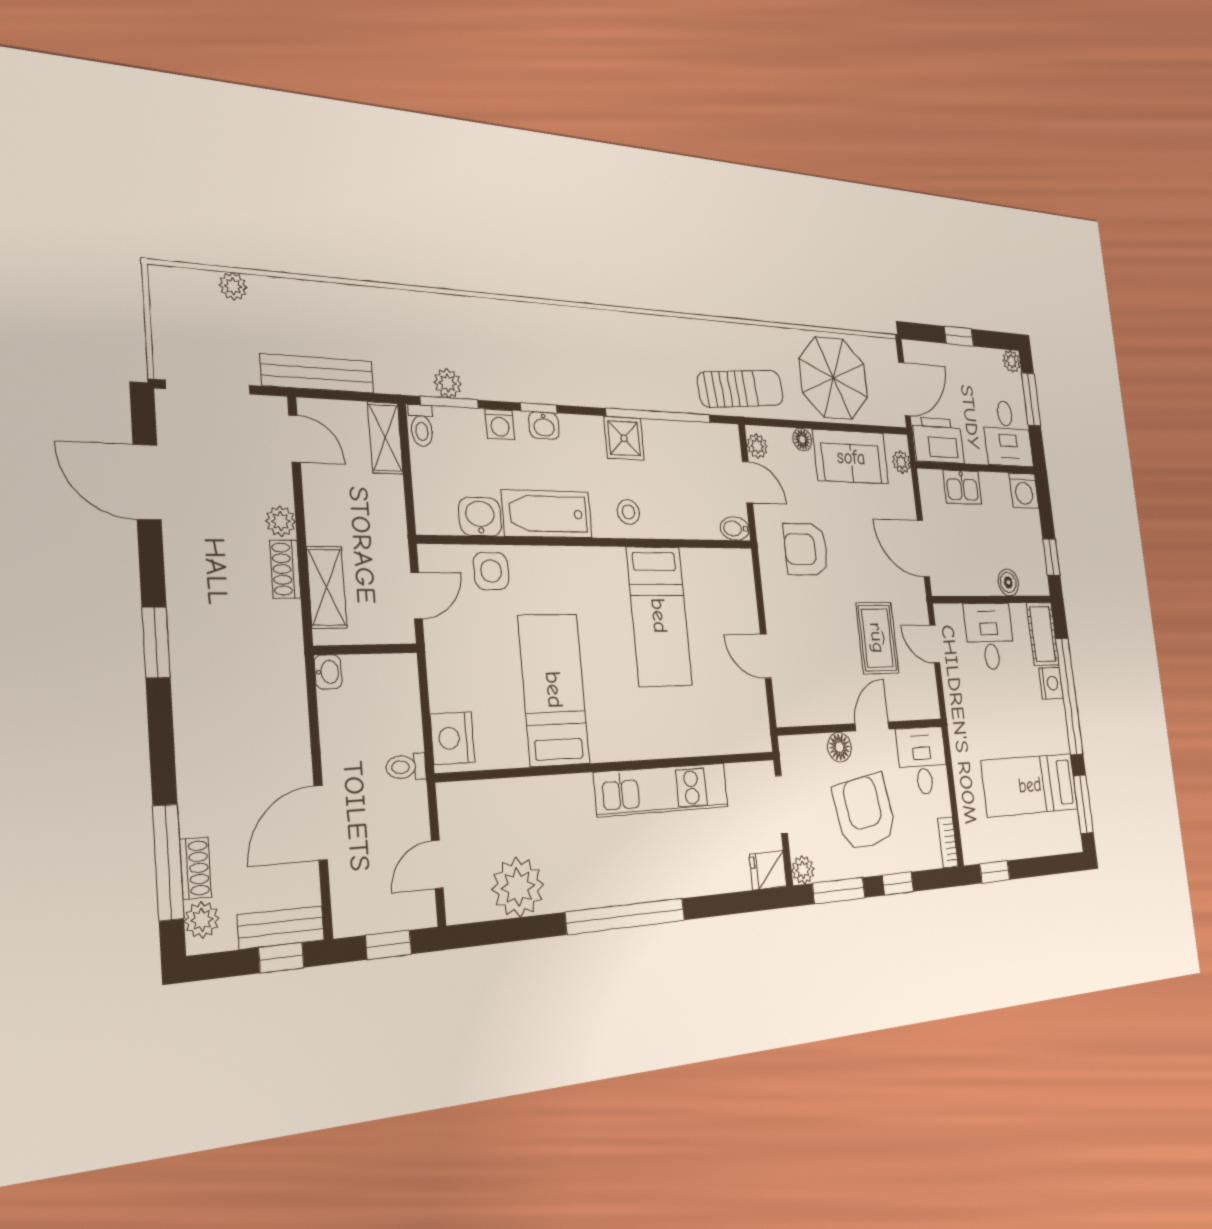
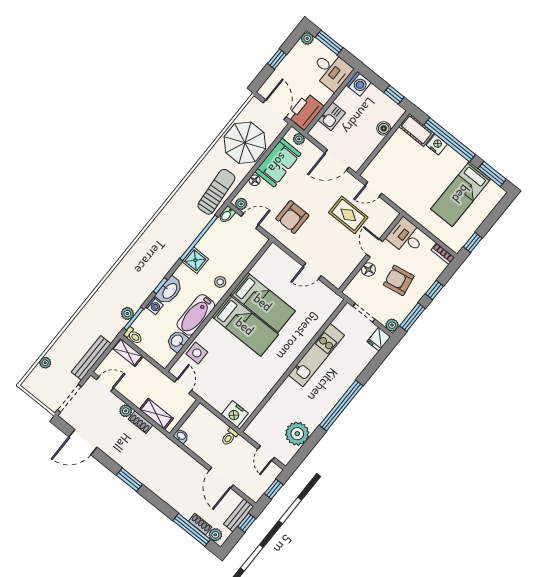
washbasin: (544, 426) -> (169, 291), width x1.91, depth x1.45
bidet: (735, 528) -> (227, 215), moved
desk: (990, 636) -> (394, 159), removed
bed: (554, 690) -> (245, 326), moved, turned 180
armchair: (865, 812) -> (399, 280), width x0.73, depth x0.73

